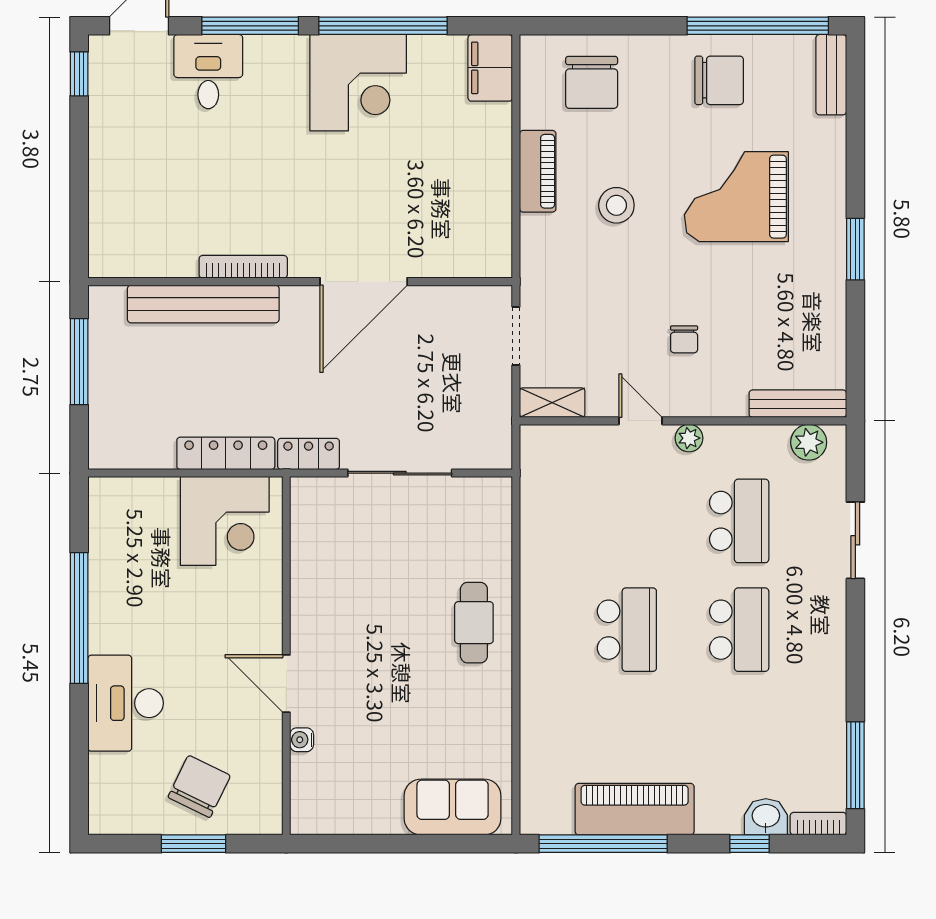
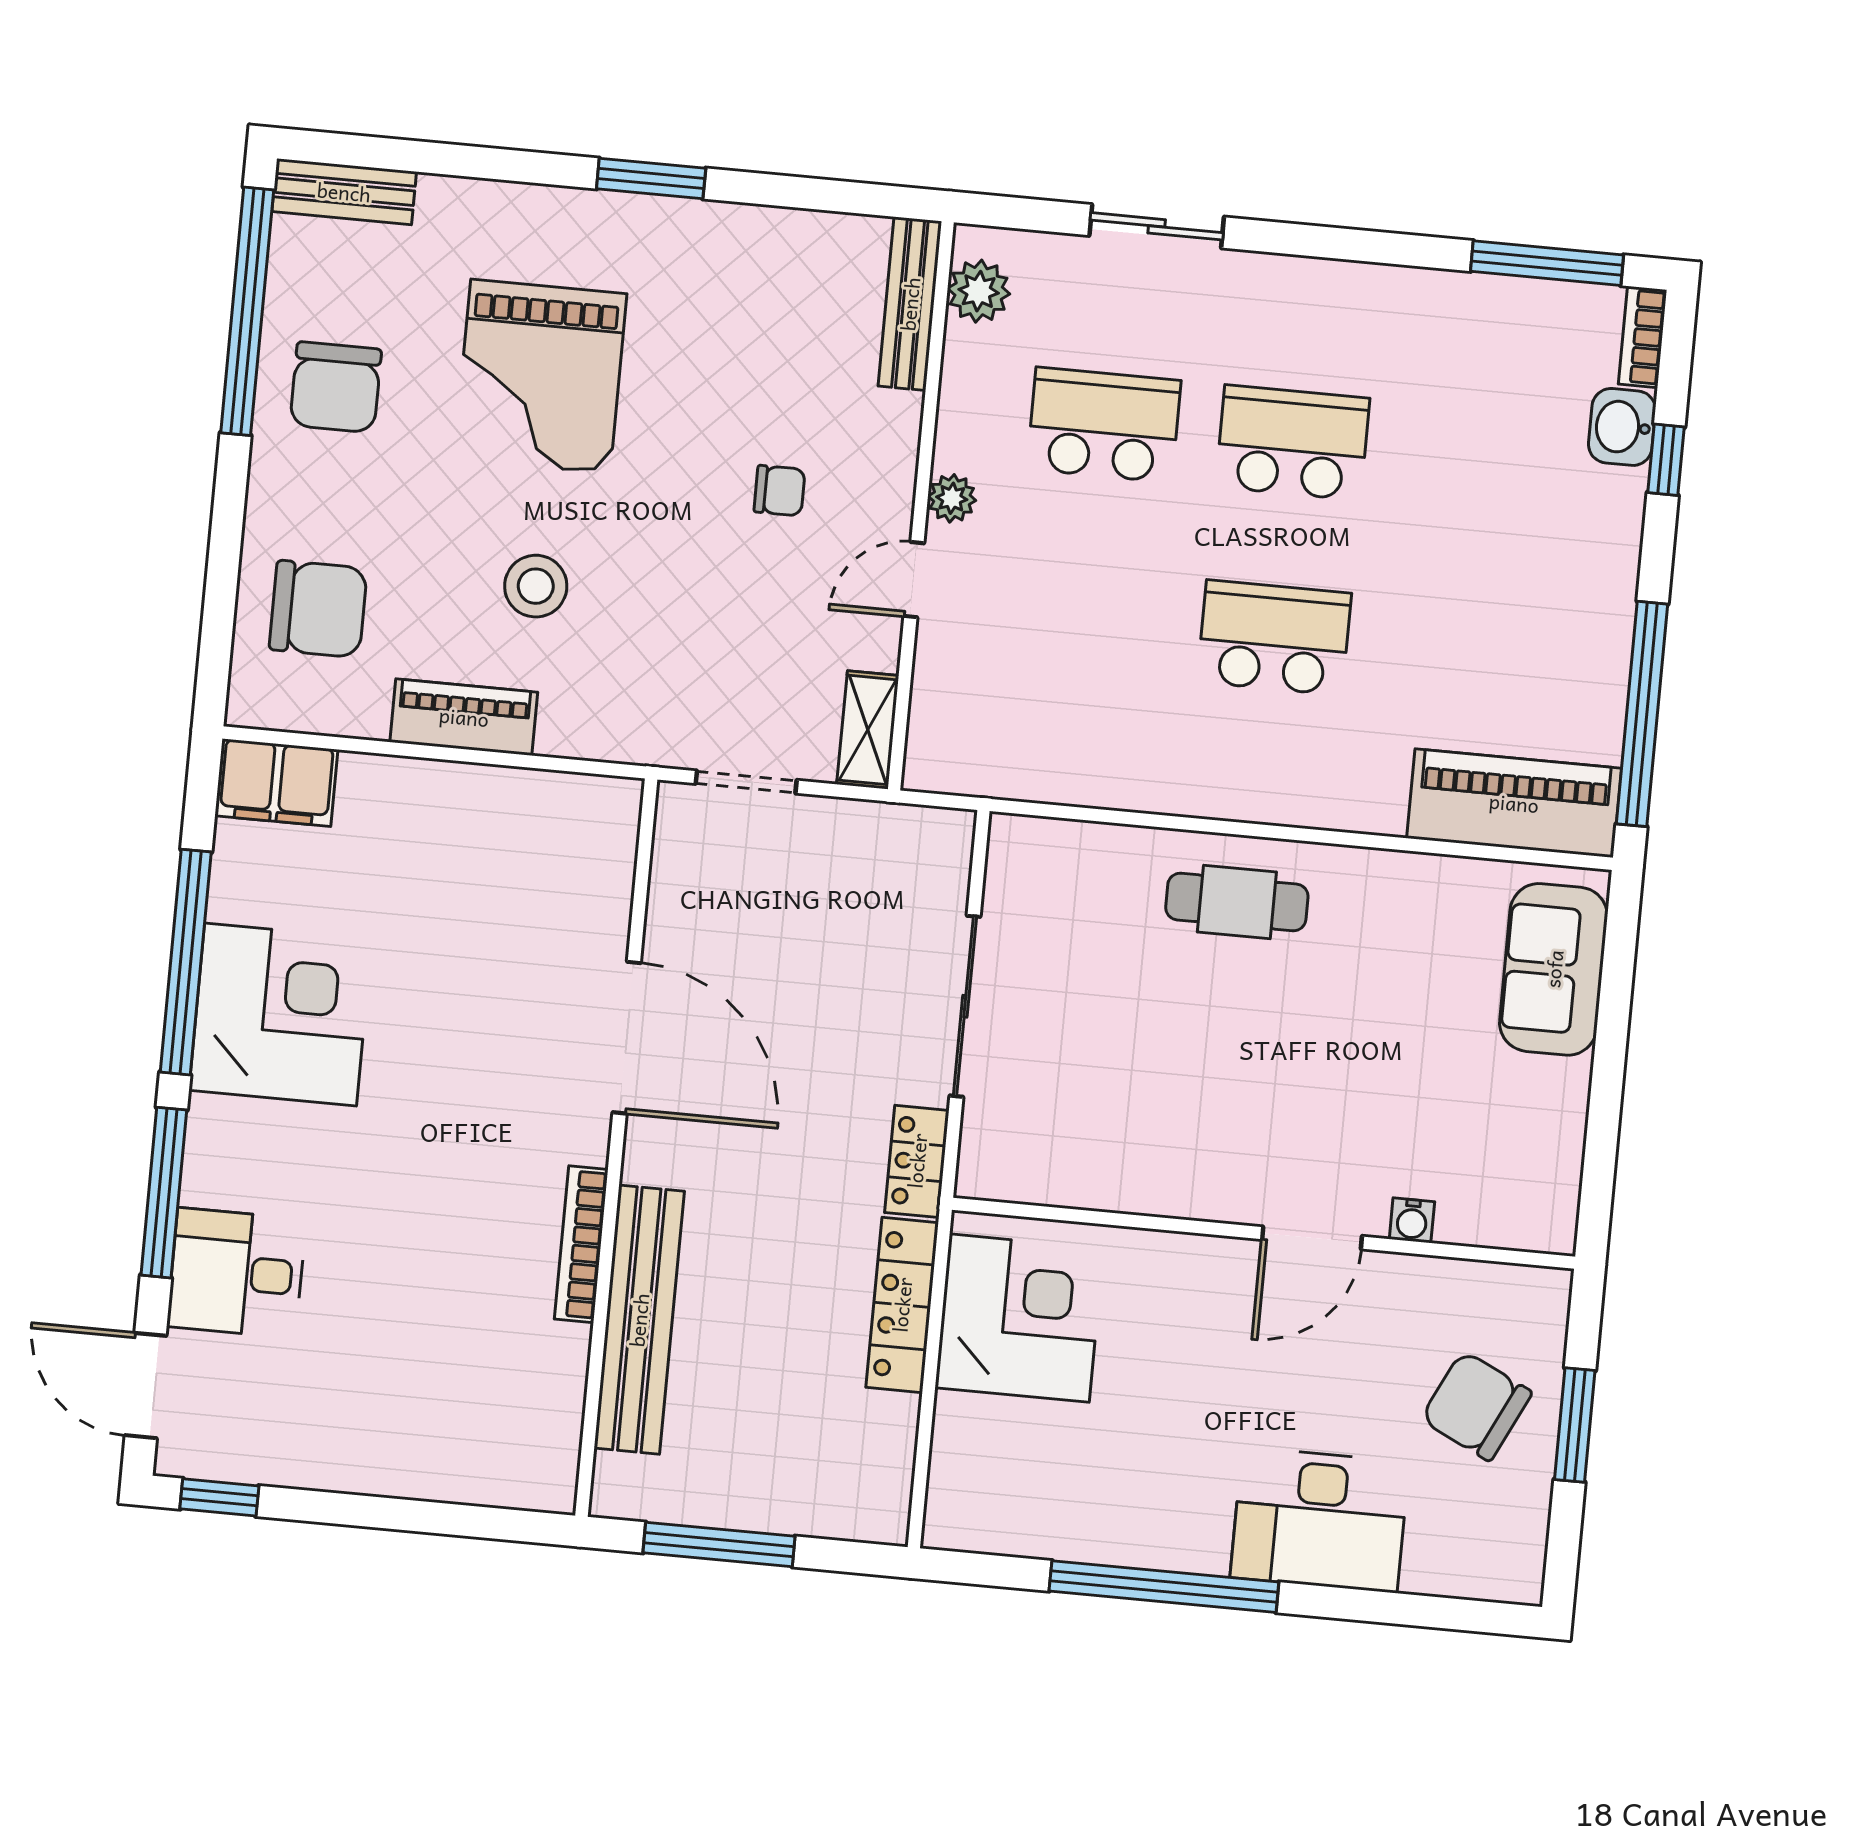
chair: (719, 80) -> (336, 387), turned 180
piano: (635, 809) -> (1514, 803), moved, turned 90

